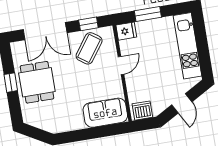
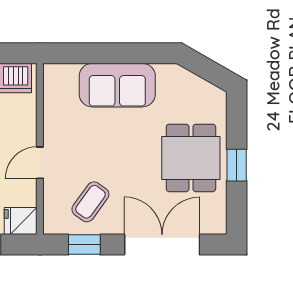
coffee table: (89, 48) -> (90, 202), width x0.73, depth x0.77
sofa: (105, 113) -> (117, 85), moved

